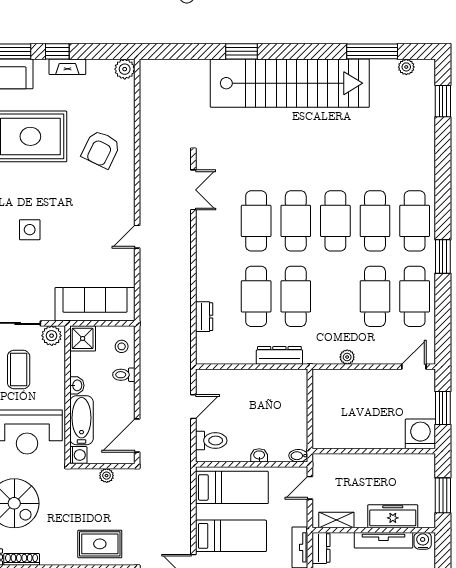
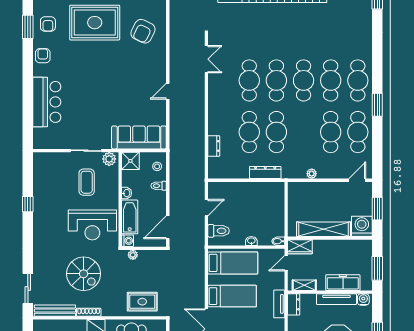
side table: (30, 230) -> (94, 86), removed
shelving: (365, 438) -> (324, 229), added
wardrobe: (330, 464) -> (300, 247), added
plant: (107, 476) -> (133, 255), moved

